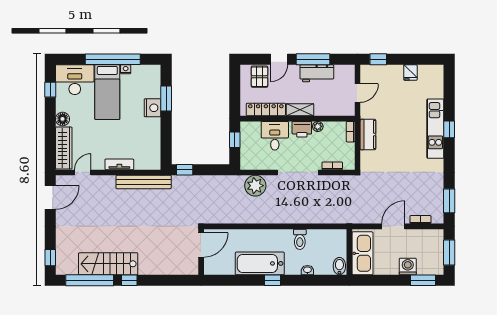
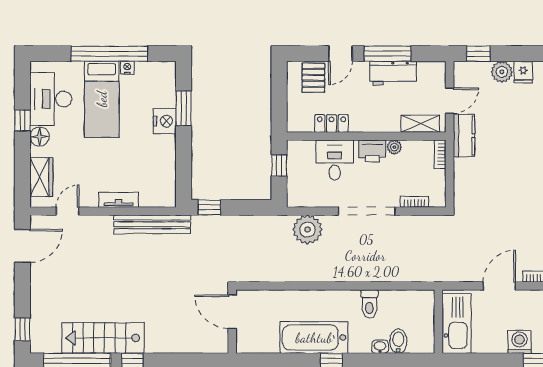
plant: (395, 72) -> (502, 72), added
desk: (75, 80) -> (51, 99), moved, turned -90
window: (50, 90) -> (22, 120), moved
locker: (266, 109) -> (331, 123), width x0.66
shelving: (300, 110) -> (420, 124), moved
kitchen counter: (368, 134) -> (464, 136), moved
wardrobe: (64, 148) -> (41, 177), width x0.67
door: (201, 245) -> (232, 312), swing flipped
bidet: (339, 266) -> (398, 341), moved

